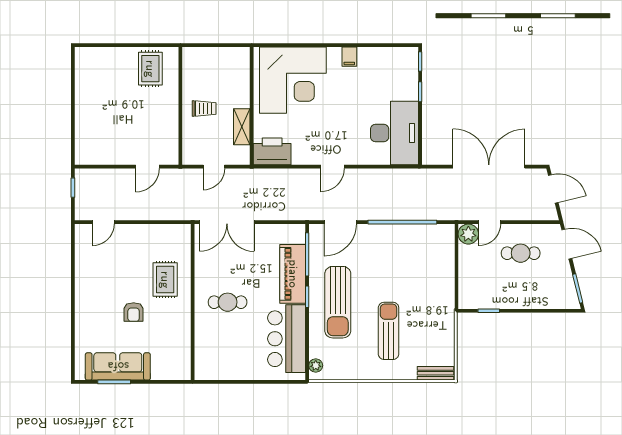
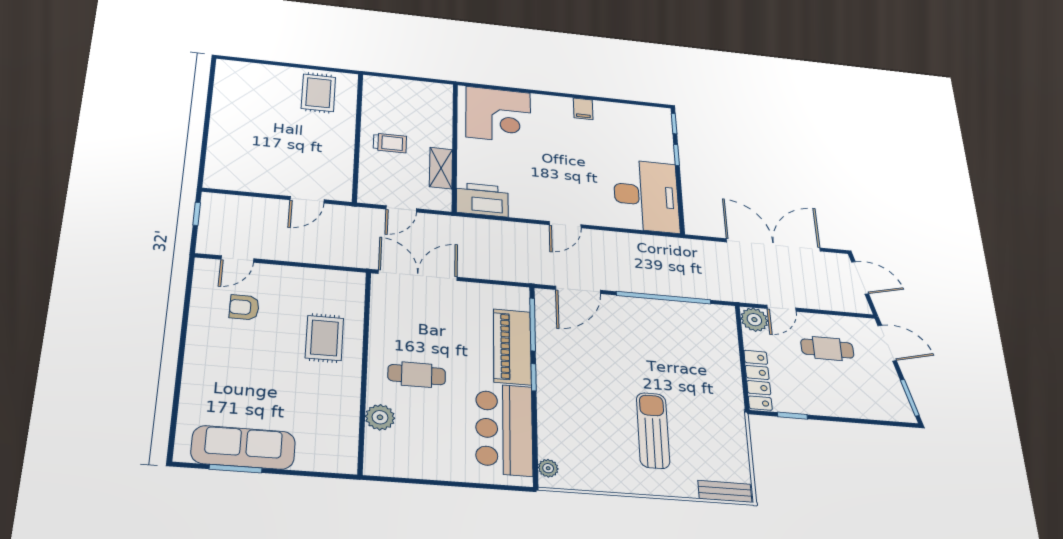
corner desk: (293, 80) -> (498, 115), width x0.74, depth x0.74
double door: (227, 222) -> (418, 275), swing flipped
locker: (466, 284) -> (758, 380), added
sun lounger: (338, 302) -> (578, 388), removed
armchair: (134, 312) -> (244, 307), moved, turned 90
plant: (204, 337) -> (380, 417), added

